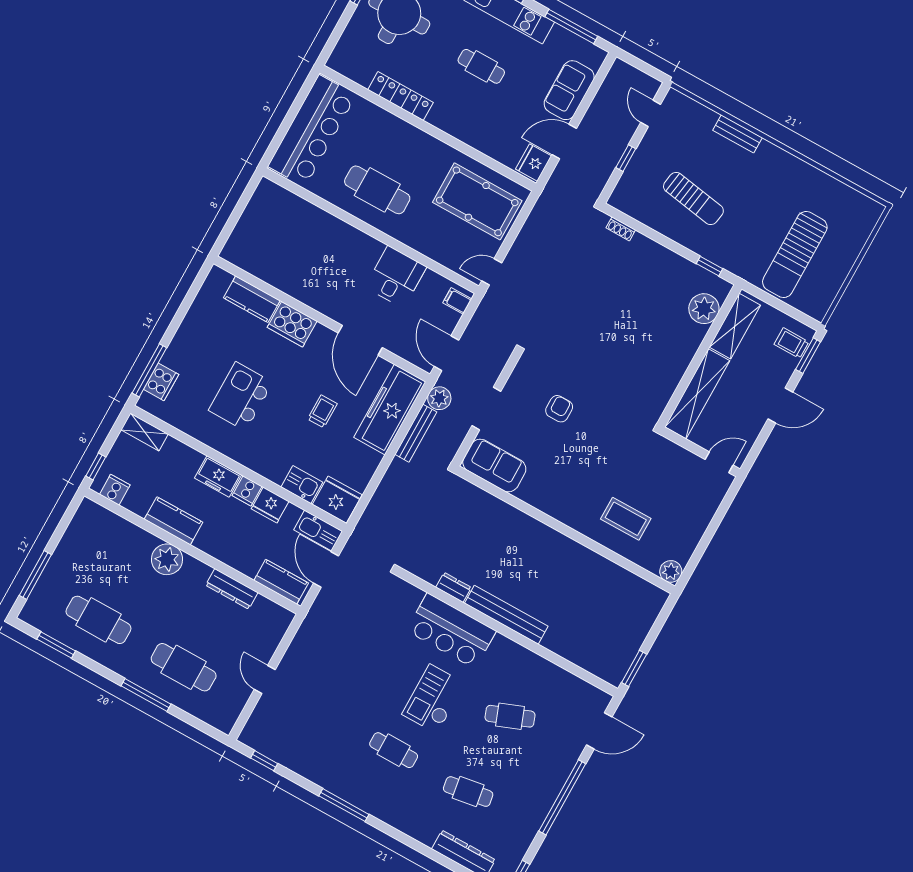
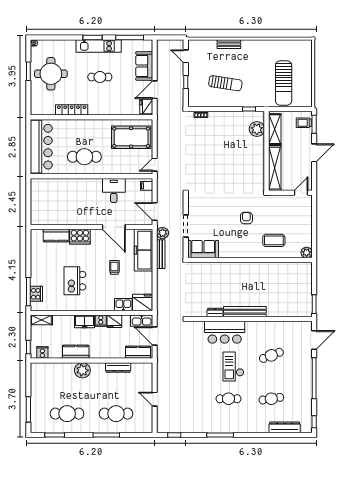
armchair: (559, 409) -> (246, 218), moved

